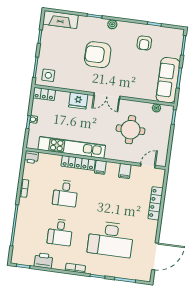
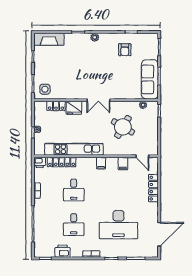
armchair: (98, 55) -> (86, 65), removed
locker: (44, 94) -> (56, 106), moved
round table: (130, 130) -> (123, 127), turned 31
locker: (78, 163) -> (62, 162), moved
door: (148, 166) -> (142, 156), swing flipped

